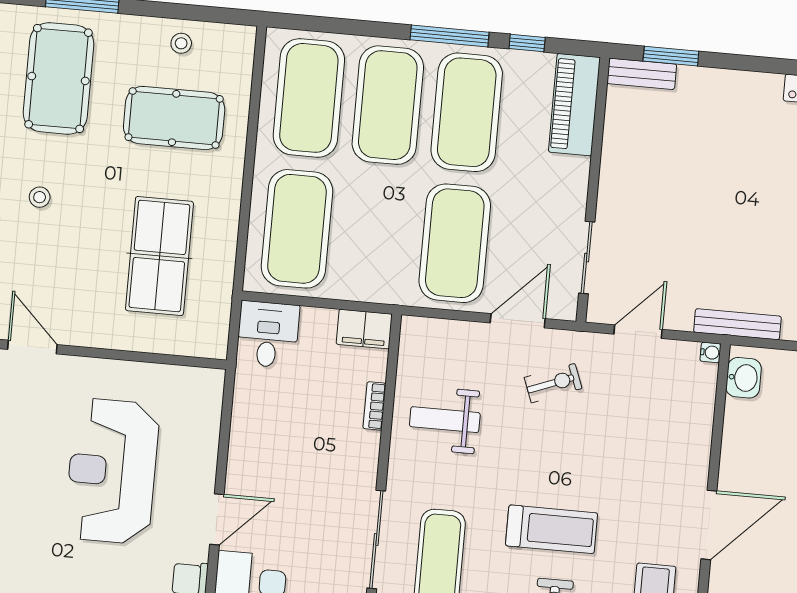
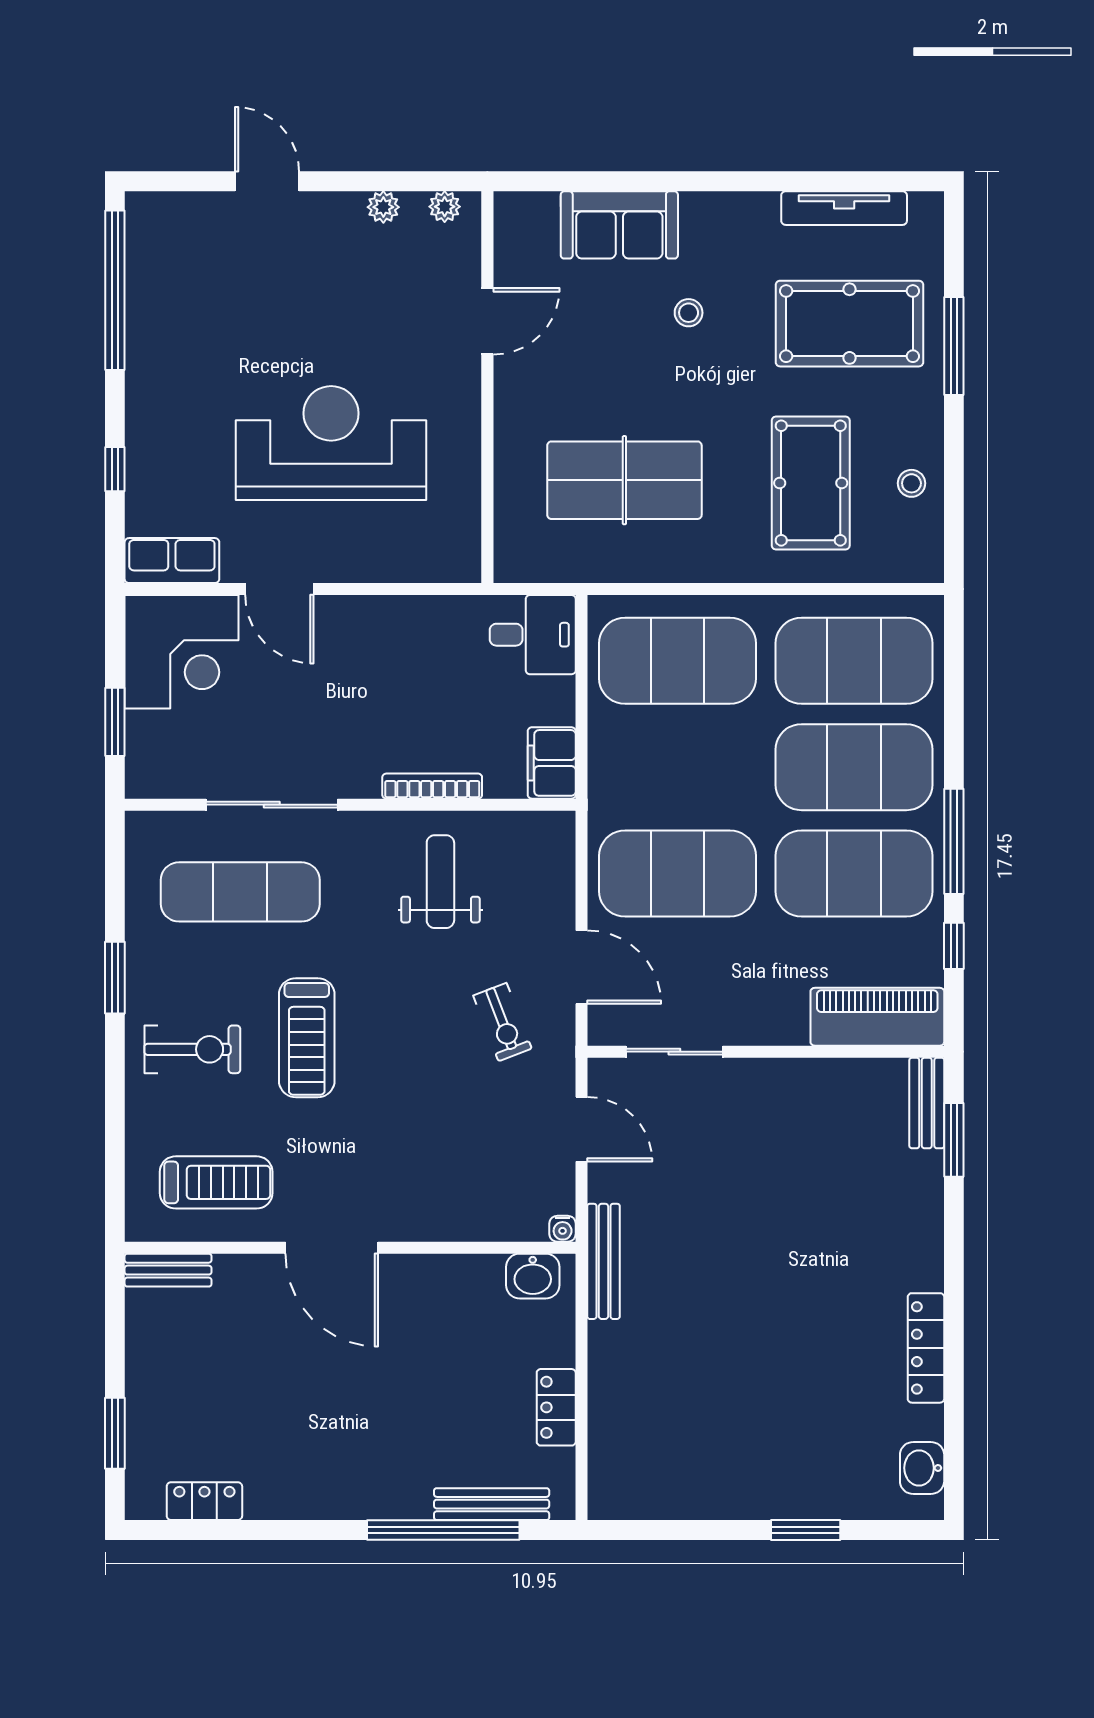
bookcase: (375, 406) -> (432, 786), width x1.56

